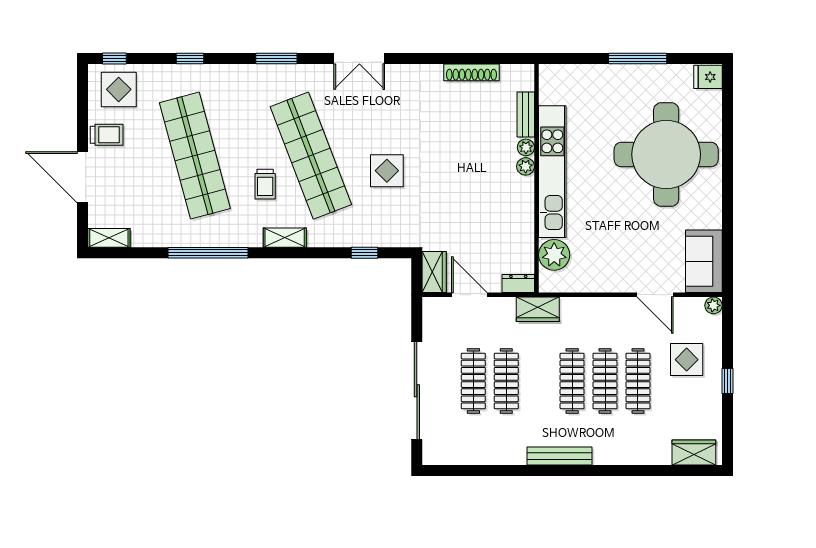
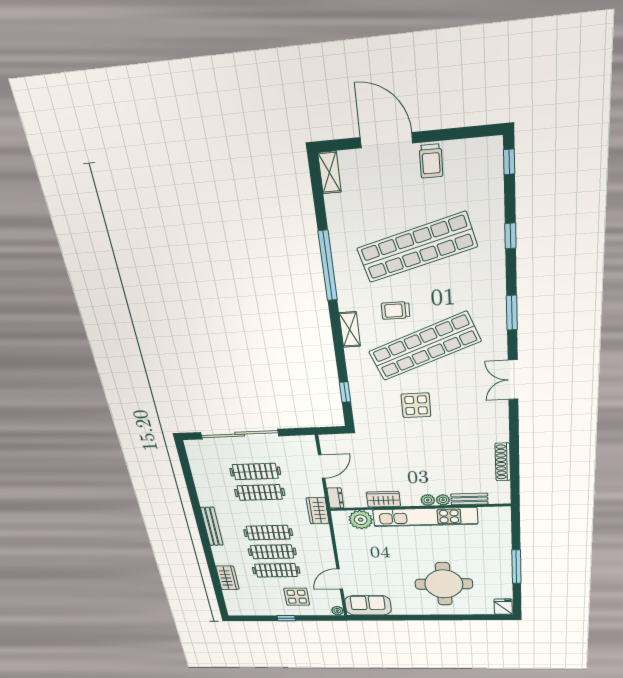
display table: (119, 89) -> (477, 169), removed
round table: (666, 154) -> (444, 584), width x0.73, depth x0.73
door: (83, 177) -> (386, 140), hinge flipped
wardrobe: (434, 272) -> (383, 499), moved, turned 180
wardrobe: (694, 452) -> (227, 578), moved

